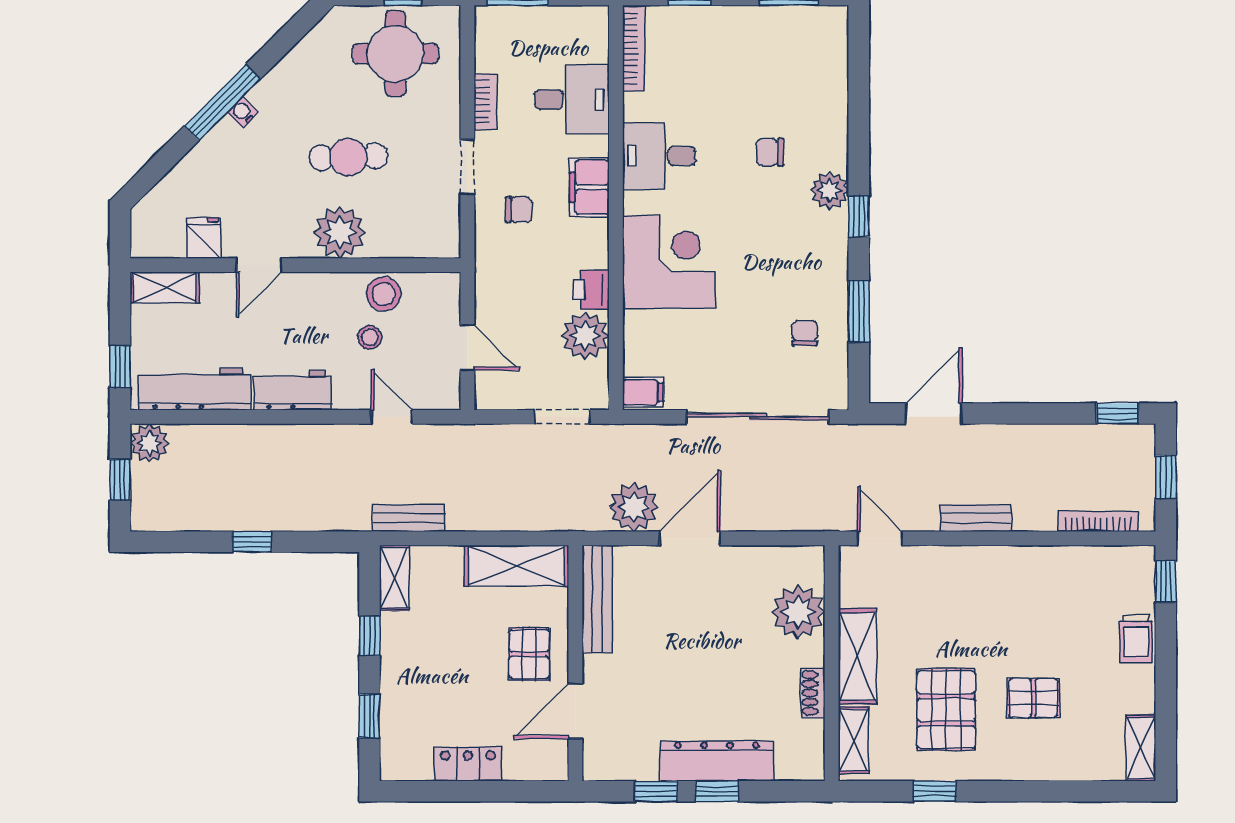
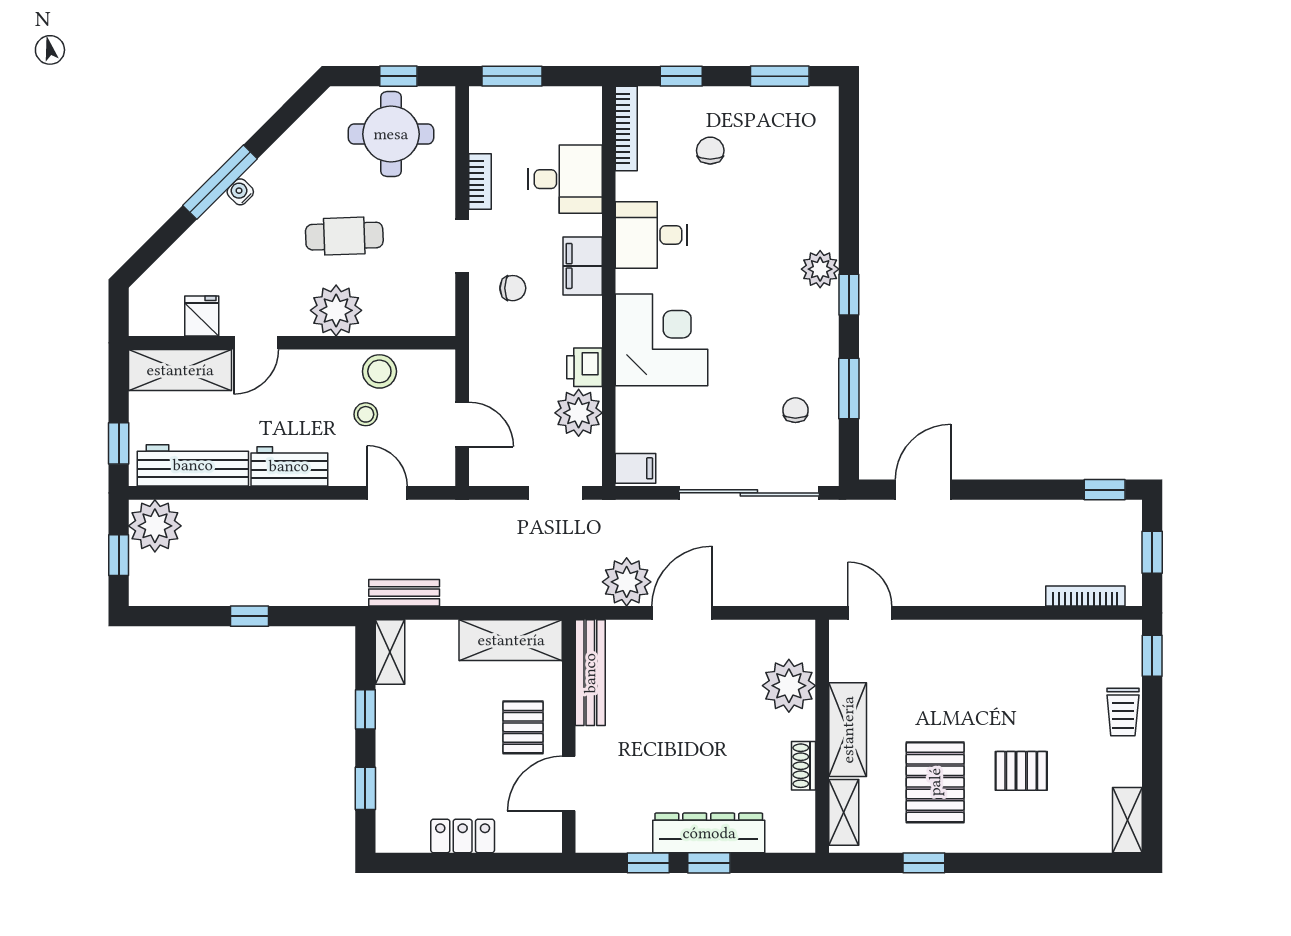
chair: (770, 152) -> (710, 151), moved, turned 90
shelving: (165, 287) -> (180, 370), width x1.50, depth x1.33
plant: (150, 443) -> (155, 526), width x1.36, depth x1.36
bench: (975, 518) -> (964, 593), removed

